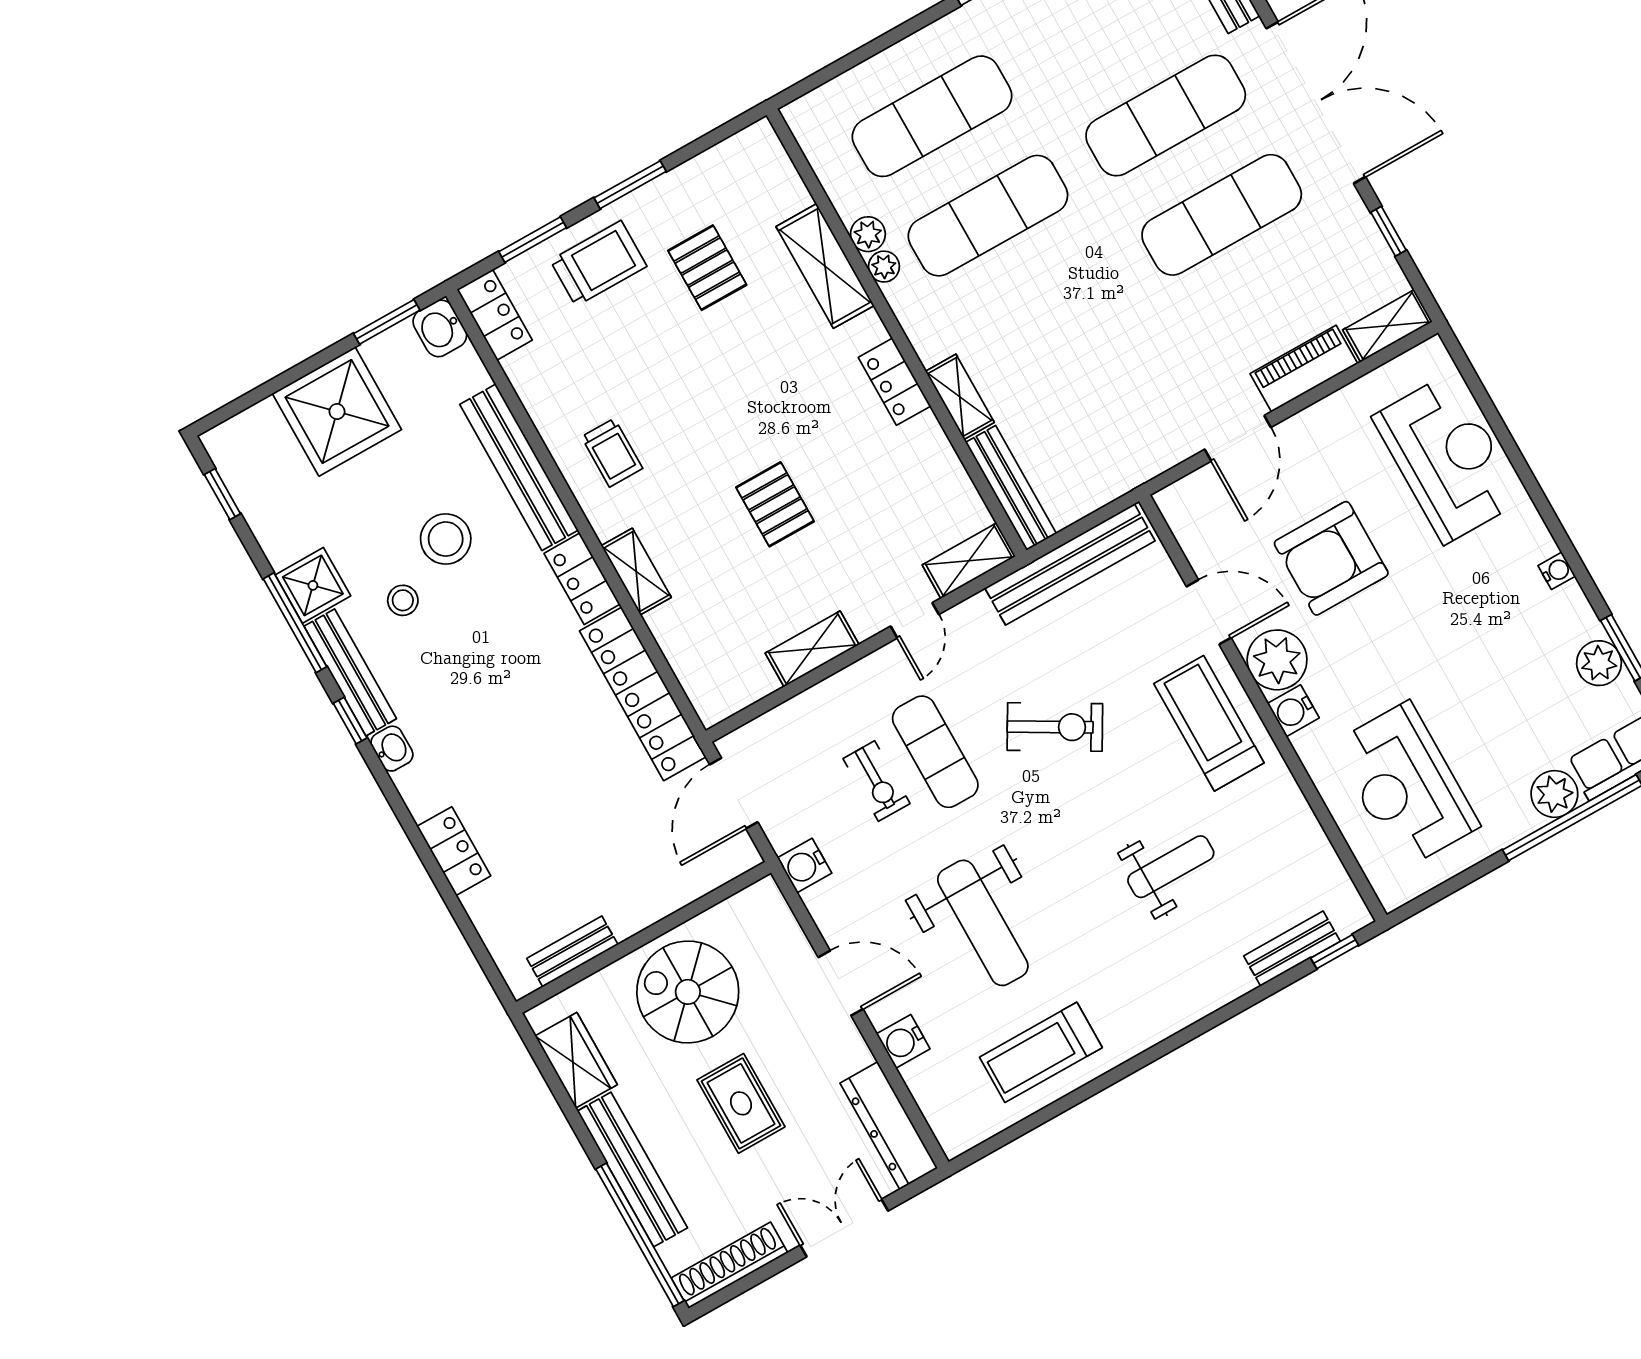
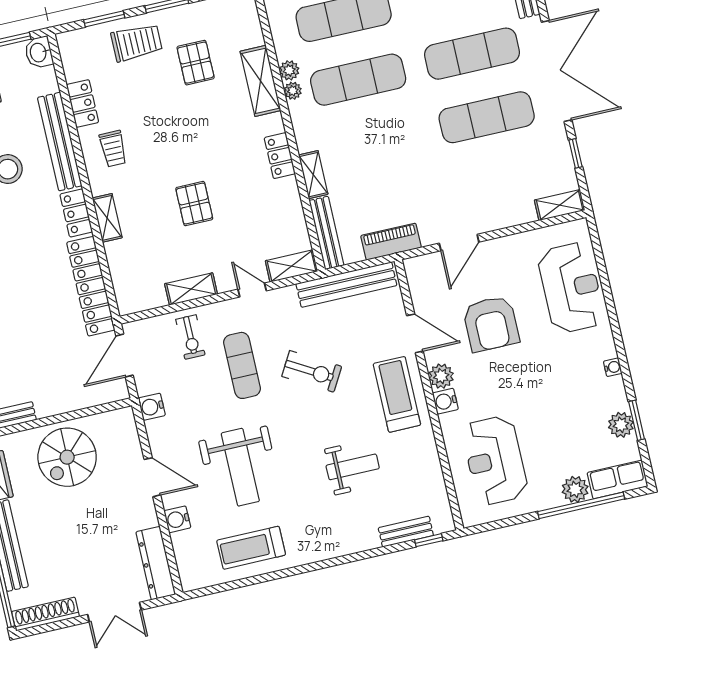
locker: (495, 315) -> (82, 103), moved
piano: (1304, 369) -> (391, 242), moved
armchair: (1331, 558) -> (491, 324), turned -90
door: (915, 620) -> (252, 290), swing flipped
plant: (1277, 660) -> (441, 376), width x0.73, depth x0.73
exercise bike: (877, 781) -> (190, 337), moved
spiral stairs: (688, 992) -> (67, 457), turned -90
rug: (741, 1103) -> (78, 527), removed
double door: (844, 1228) -> (114, 612), swing flipped

